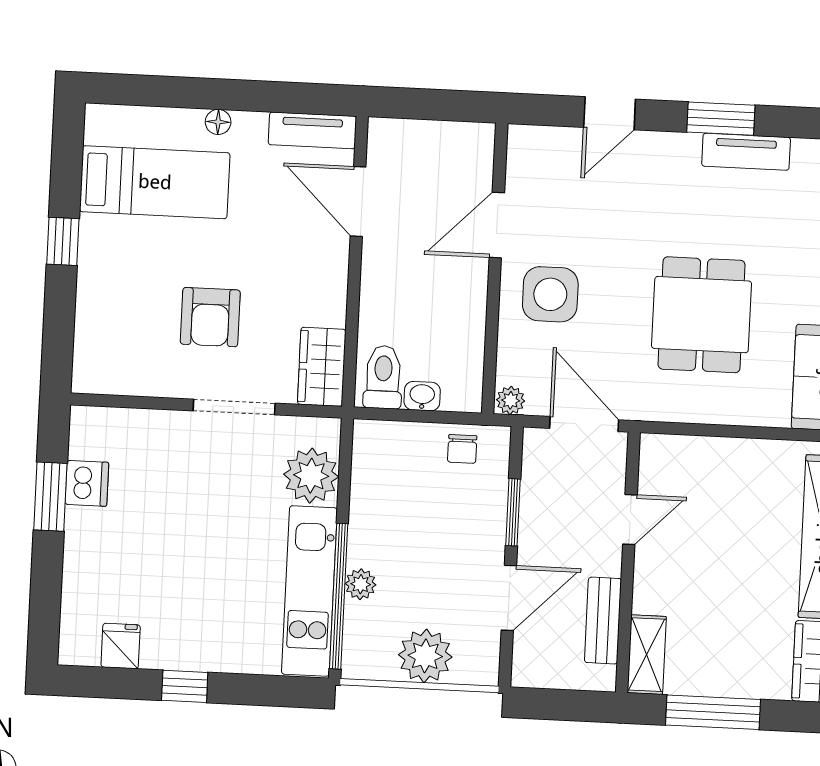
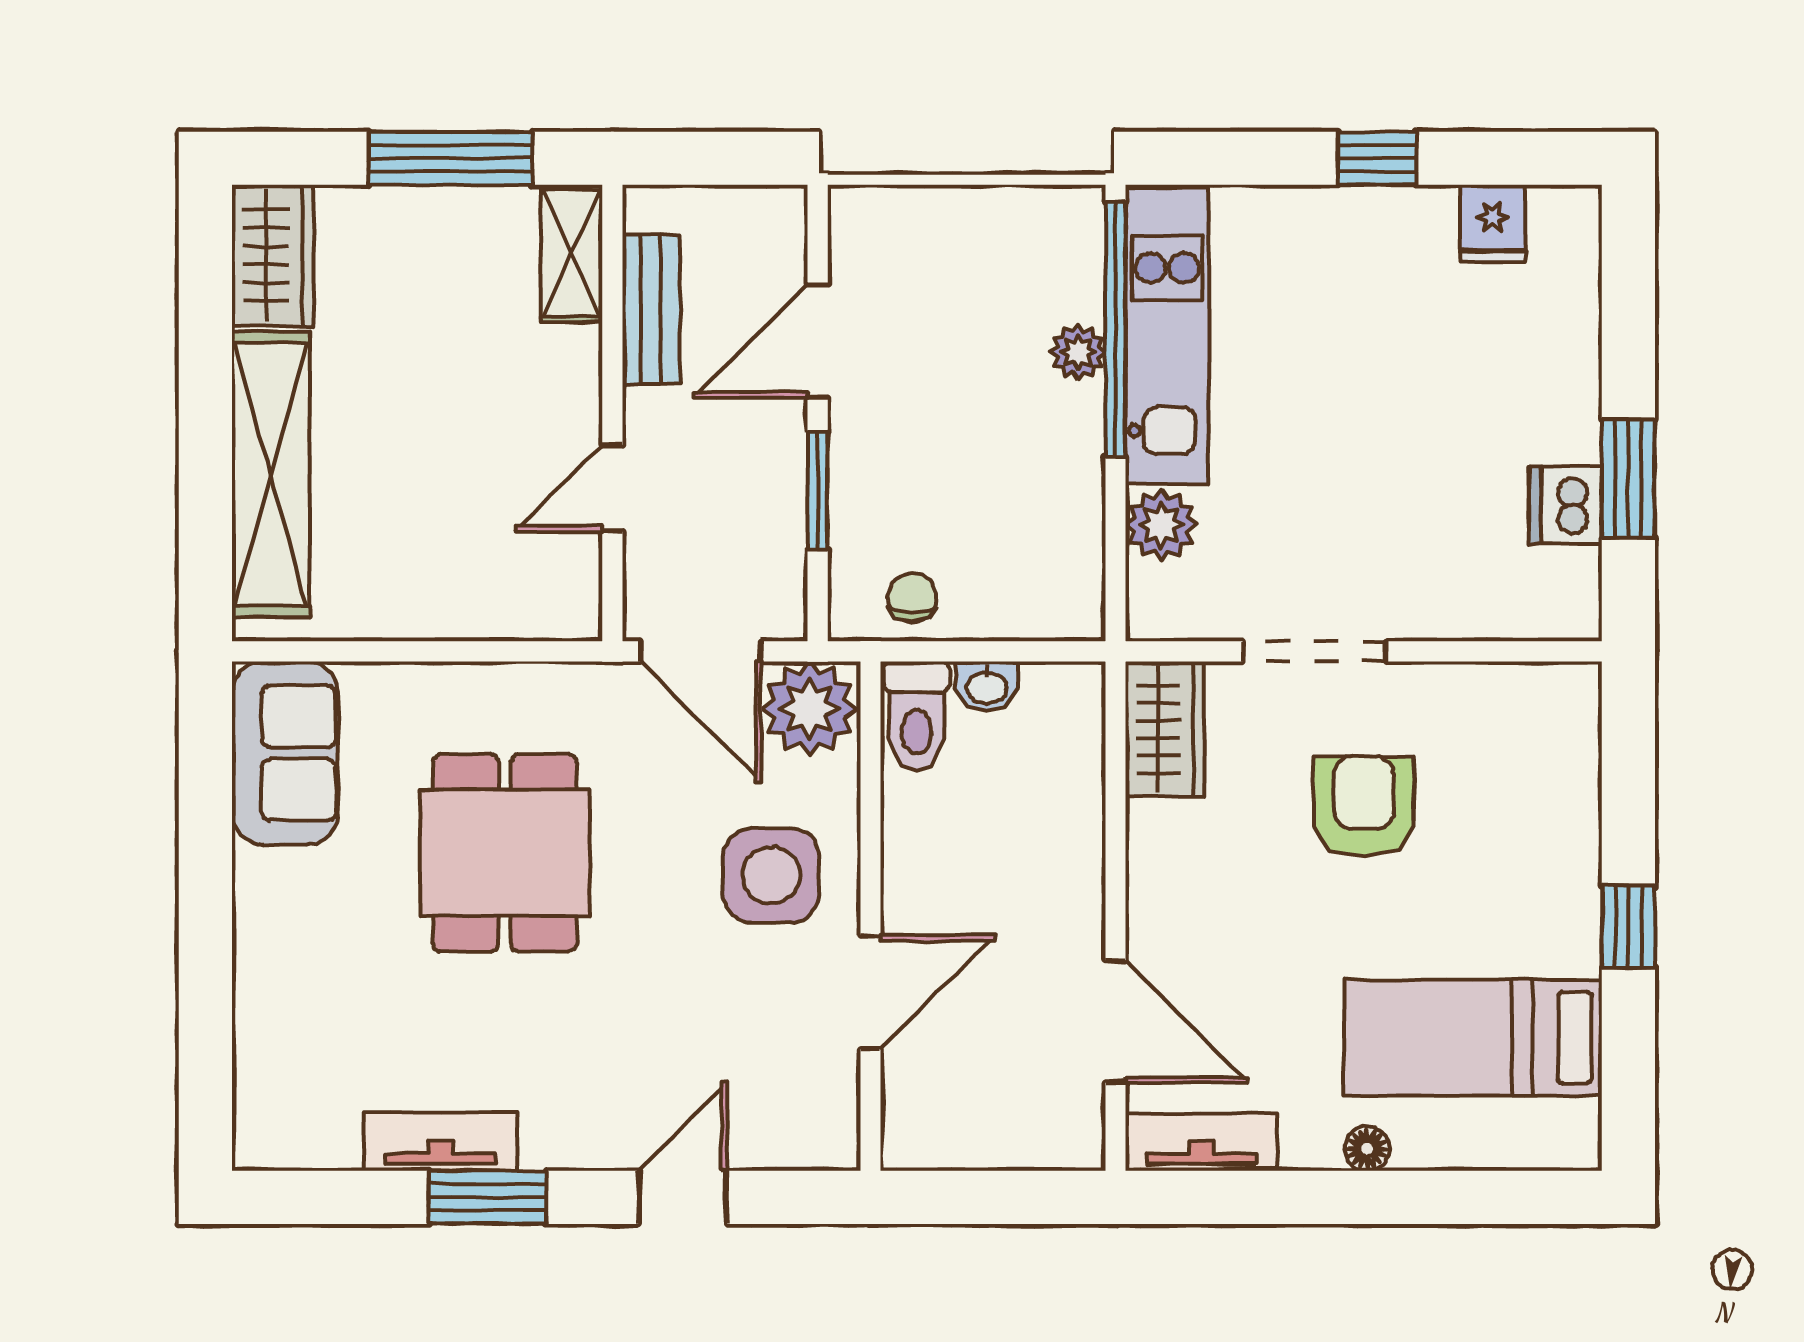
toilet: (383, 377) -> (917, 716), moved
plant: (511, 400) -> (809, 709), width x1.88, depth x1.88
plant: (311, 476) -> (1161, 525), width x0.73, depth x0.73
plant: (425, 656) -> (959, 232), removed

